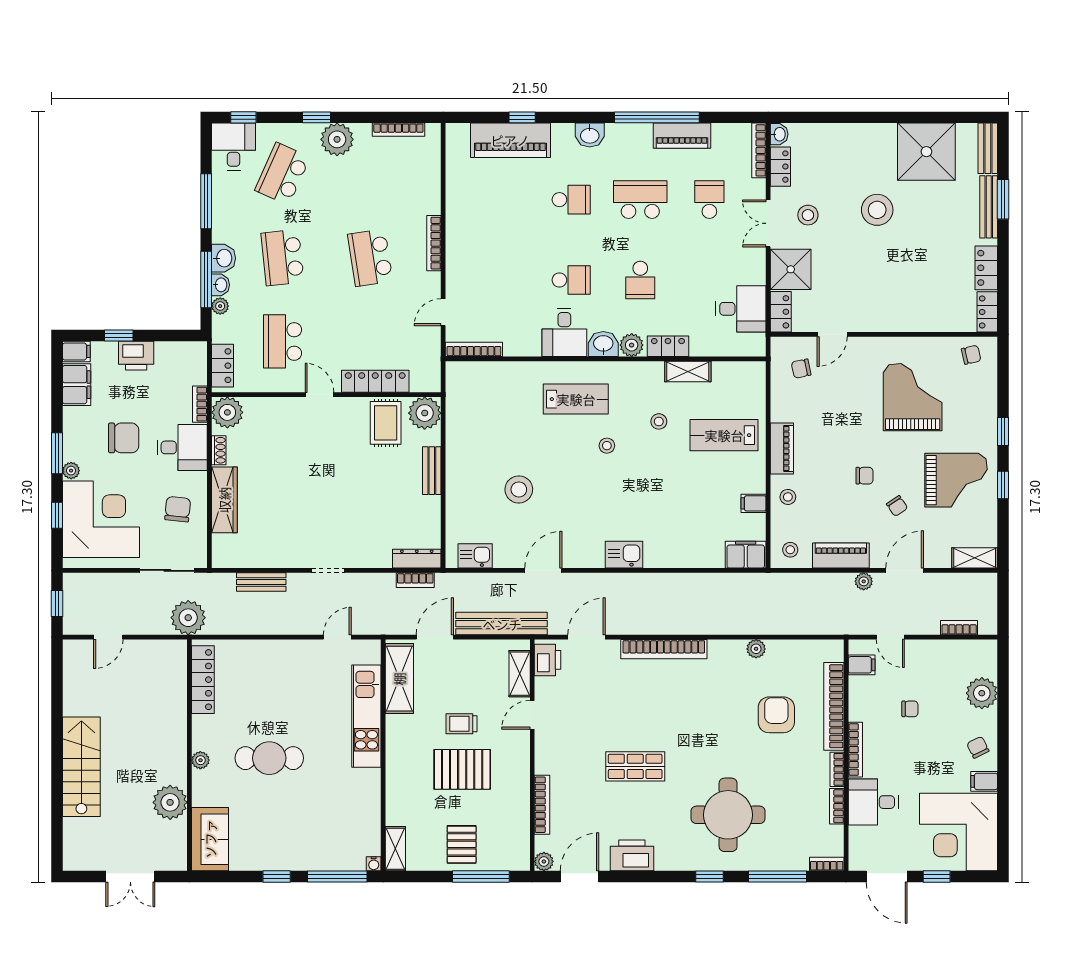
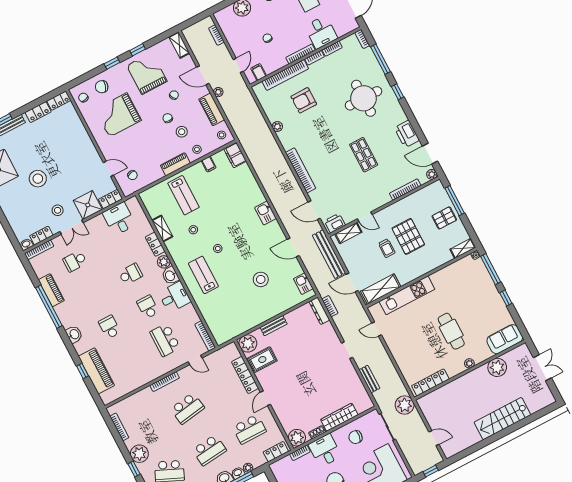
school desk: (640, 200) -> (165, 340), moved
chair: (973, 394) -> (102, 87), added
stool: (830, 487) -> (182, 132), added

